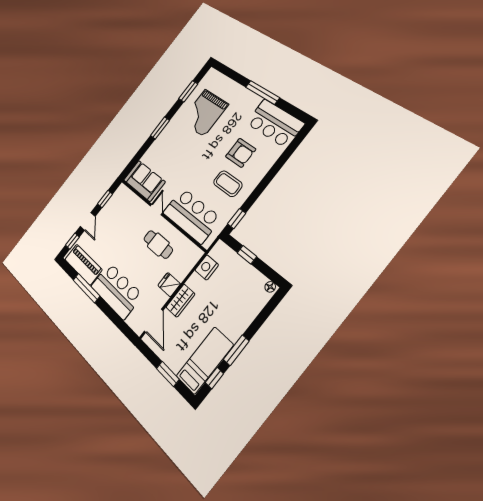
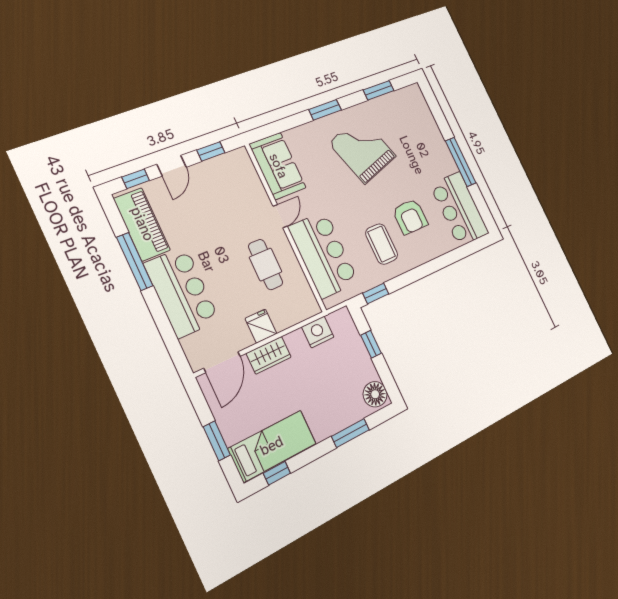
grand piano: (205, 113) -> (362, 150), moved, turned 72
floor lamp: (270, 287) -> (375, 394), width x1.89, depth x1.89
window: (236, 350) -> (350, 433), moved

